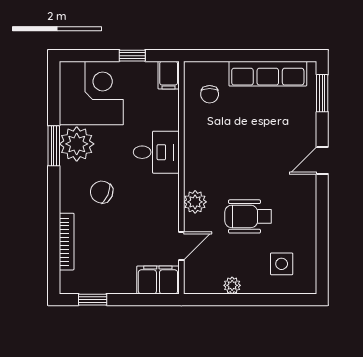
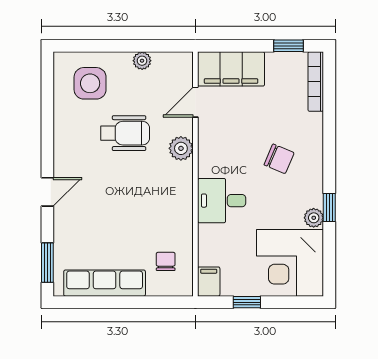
plant: (77, 144) -> (314, 218), width x0.53, depth x0.53
window: (54, 146) -> (329, 207), width x0.67
bookcase: (67, 242) -> (316, 82), moved
side table: (282, 264) -> (90, 83), width x1.37, depth x1.37
filing cabinet: (158, 280) -> (231, 69), width x1.50, depth x1.17

